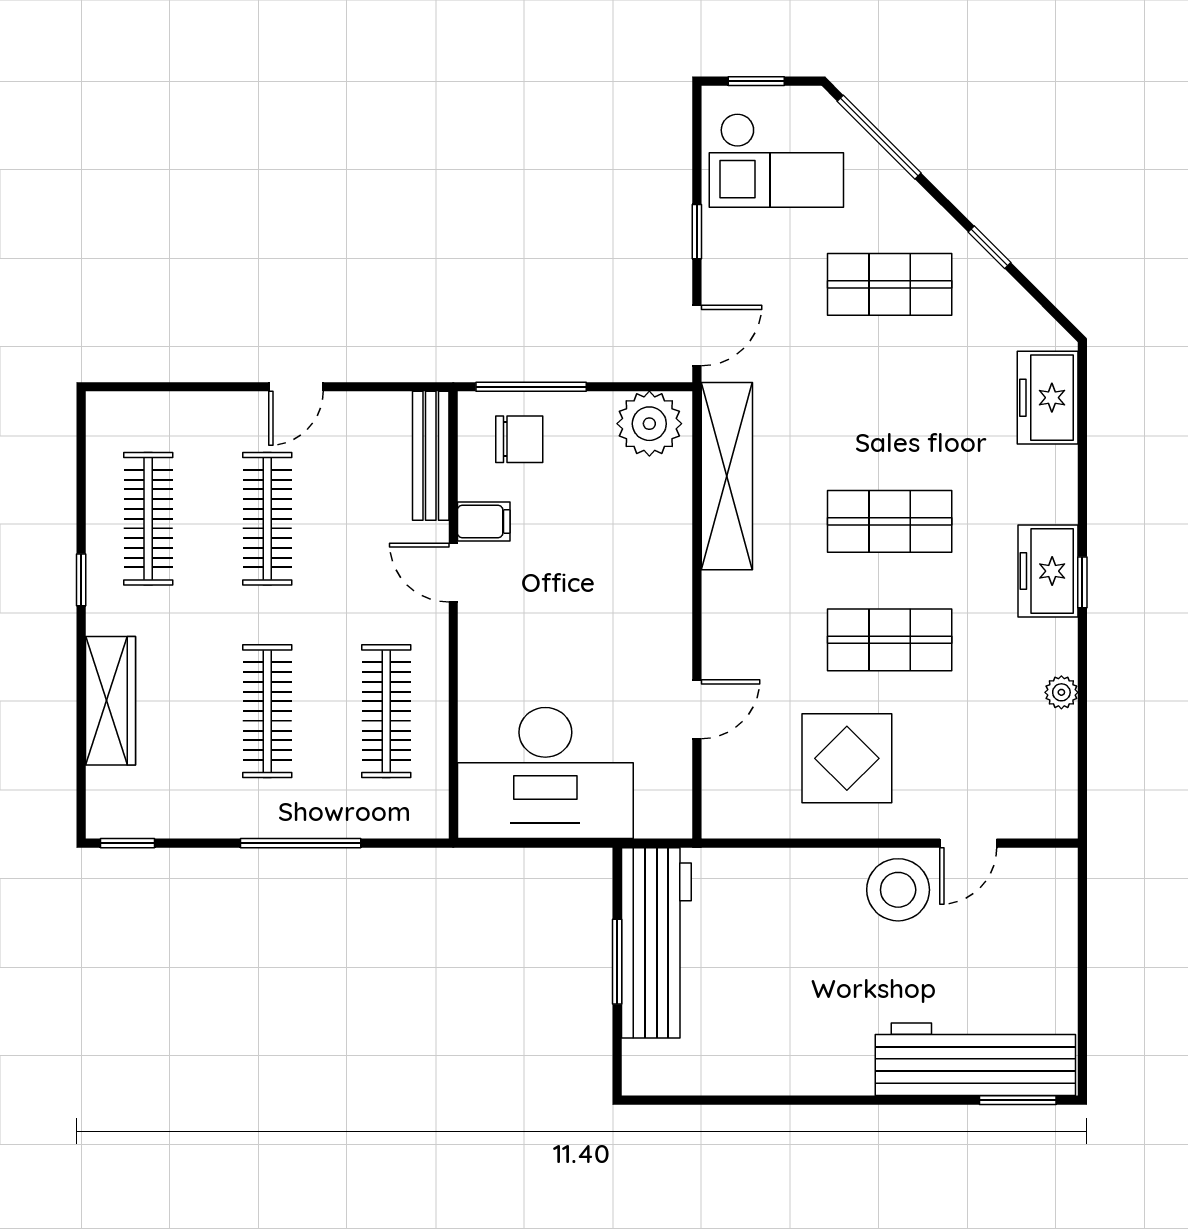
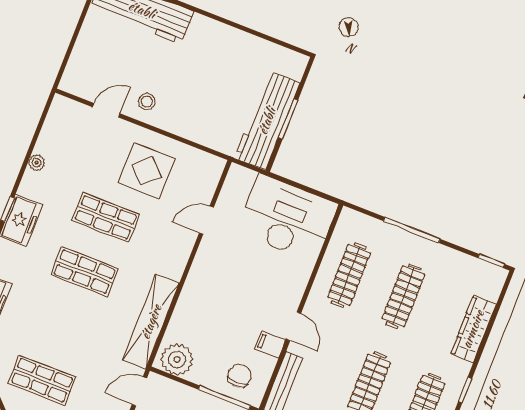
chair: (519, 439) -> (239, 376), turned 90
stool: (898, 890) -> (147, 101), width x0.53, depth x0.53

